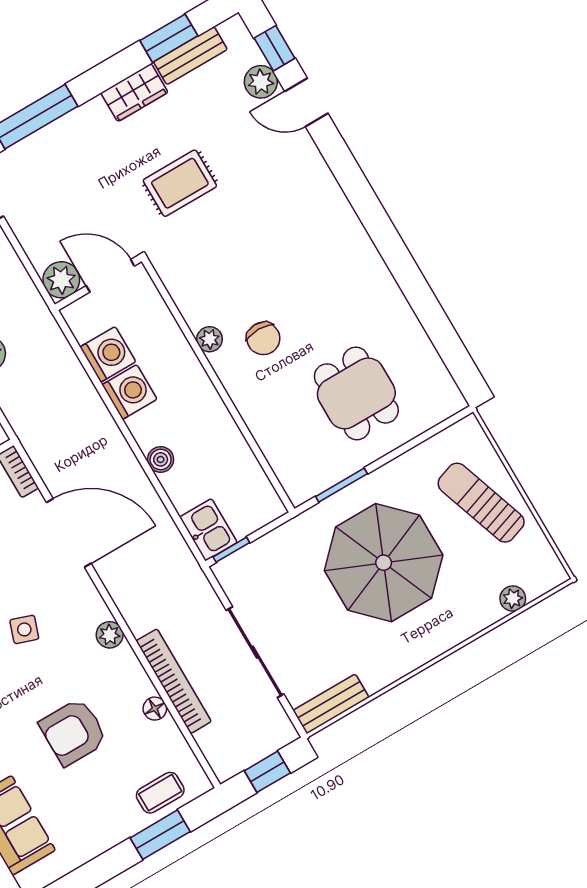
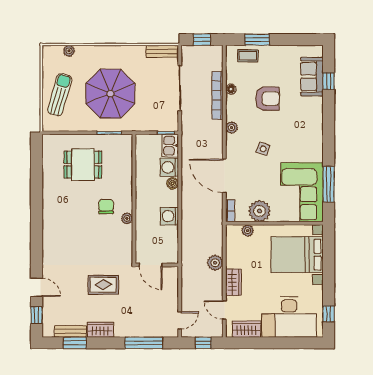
plant: (261, 82) -> (49, 305), removed
plant: (61, 280) -> (170, 274), removed
washing machine: (108, 354) -> (169, 167), moved
dining table: (356, 393) -> (83, 165), turned 90
sun lounger: (481, 503) -> (60, 95), turned -145

